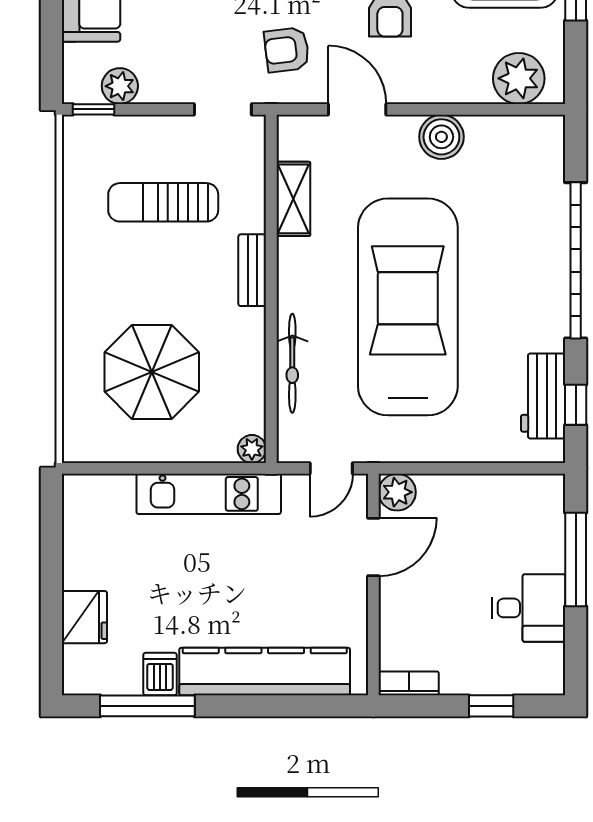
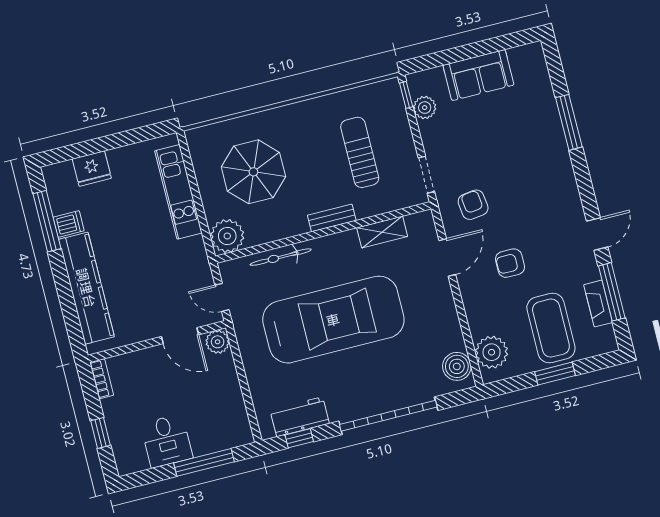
boiler: (441, 137) -> (457, 366), moved
plant: (252, 449) -> (227, 236), width x1.88, depth x1.88
kitchen unit: (209, 494) -> (178, 192), moved

